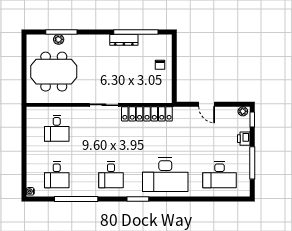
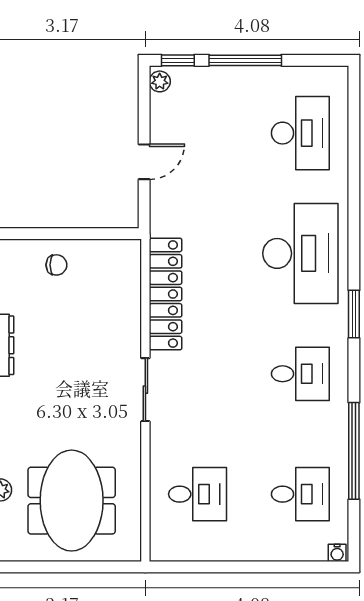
printer: (244, 139) -> (220, 79), removed
window: (252, 163) -> (245, 60), moved

